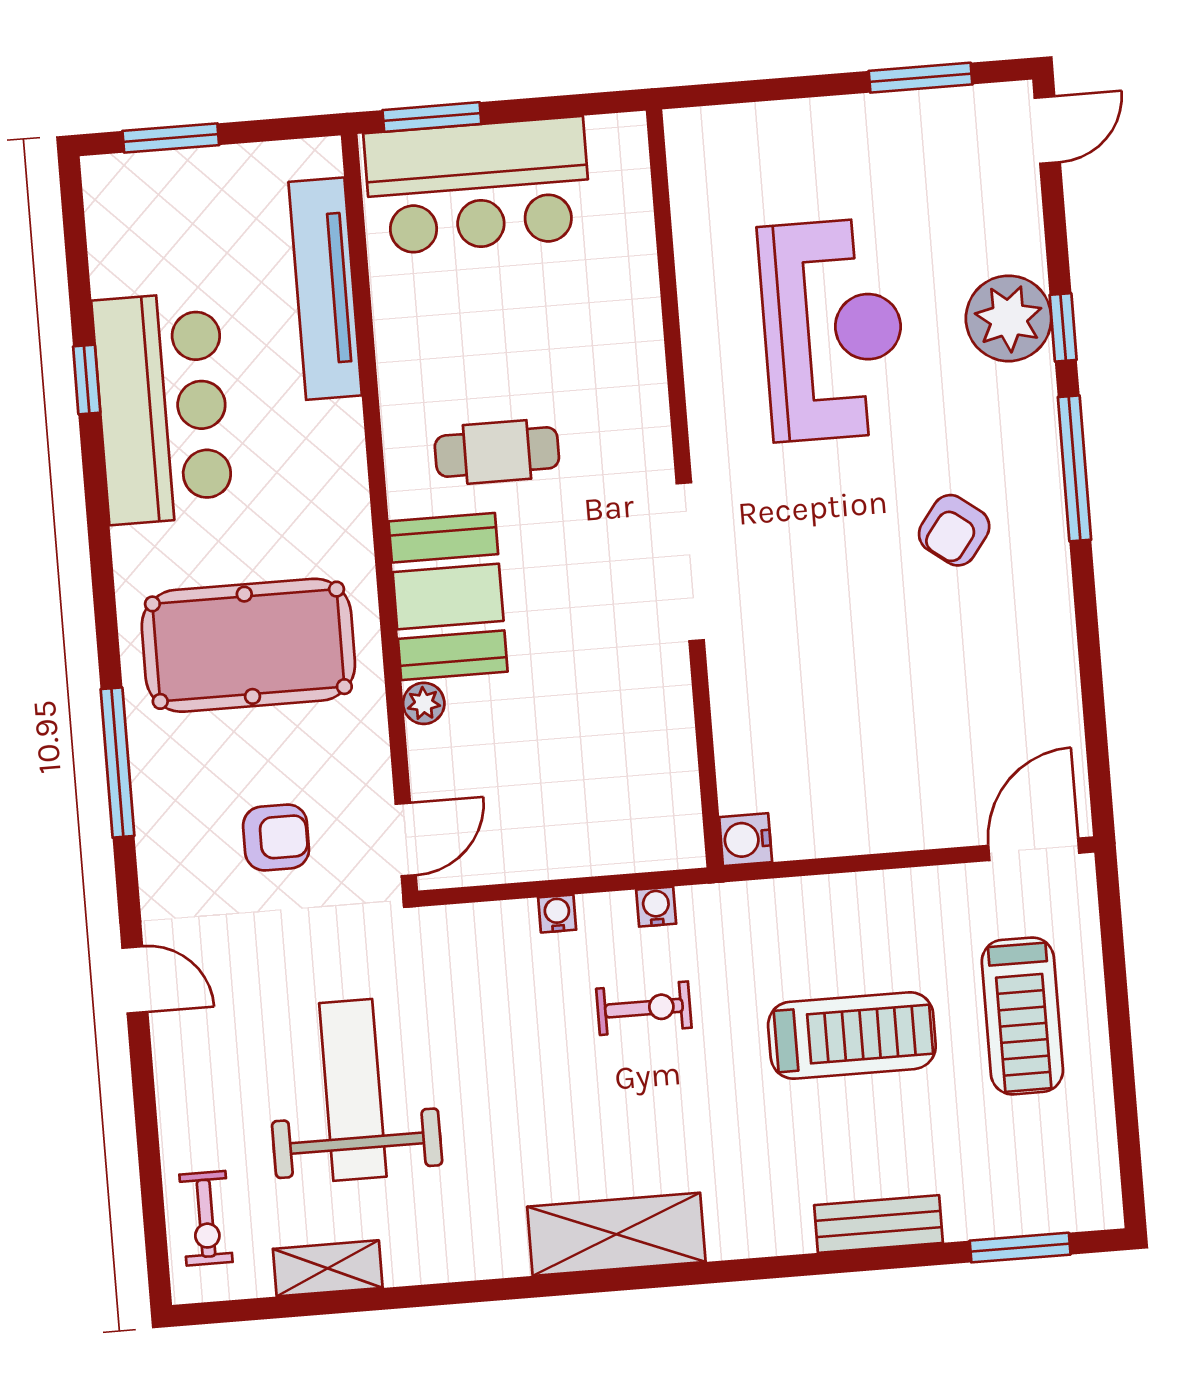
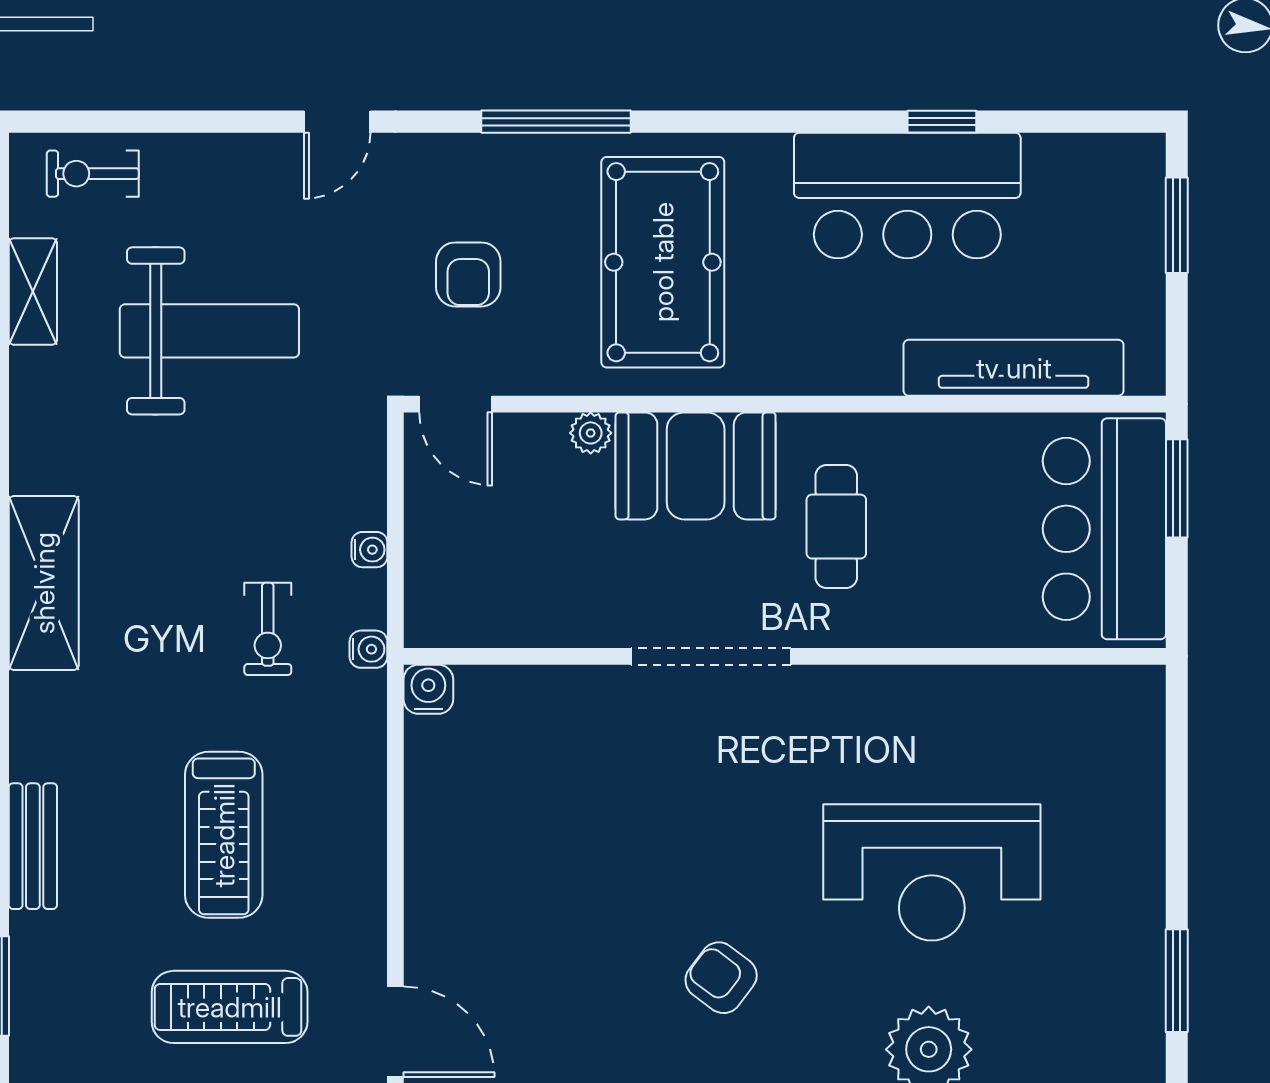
wall: (684, 488) -> (785, 656), moved
doorway: (690, 562) -> (711, 656), moved
water cooler: (746, 840) -> (428, 689), moved

